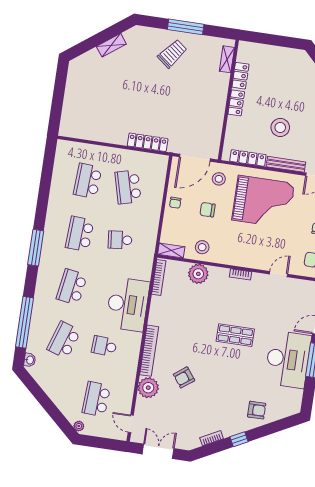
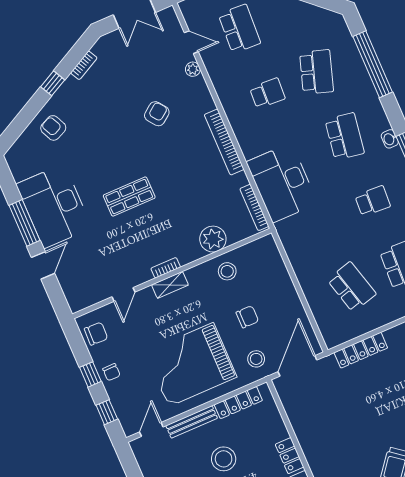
chair: (175, 203) -> (288, 302), removed
school desk: (80, 234) -> (373, 201), width x0.54
school desk: (120, 240) -> (324, 222), removed
shelving: (171, 251) -> (170, 285), moved
desk: (128, 304) -> (282, 183), moved
bookcase: (149, 351) -> (224, 142), moved
washbasin: (30, 360) -> (390, 139), moved
plant: (148, 388) -> (193, 69), width x0.53, depth x0.53
armchair: (257, 410) -> (53, 128), turned 65
door: (131, 424) -> (191, 42), moved

